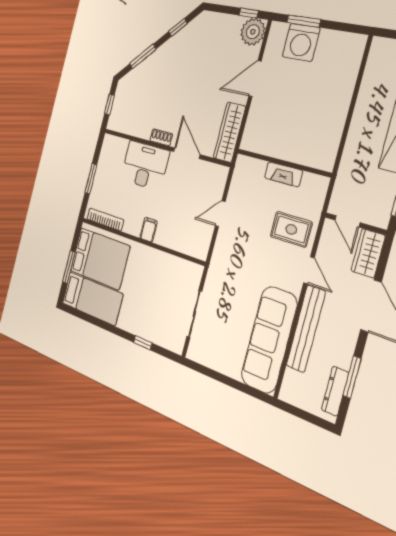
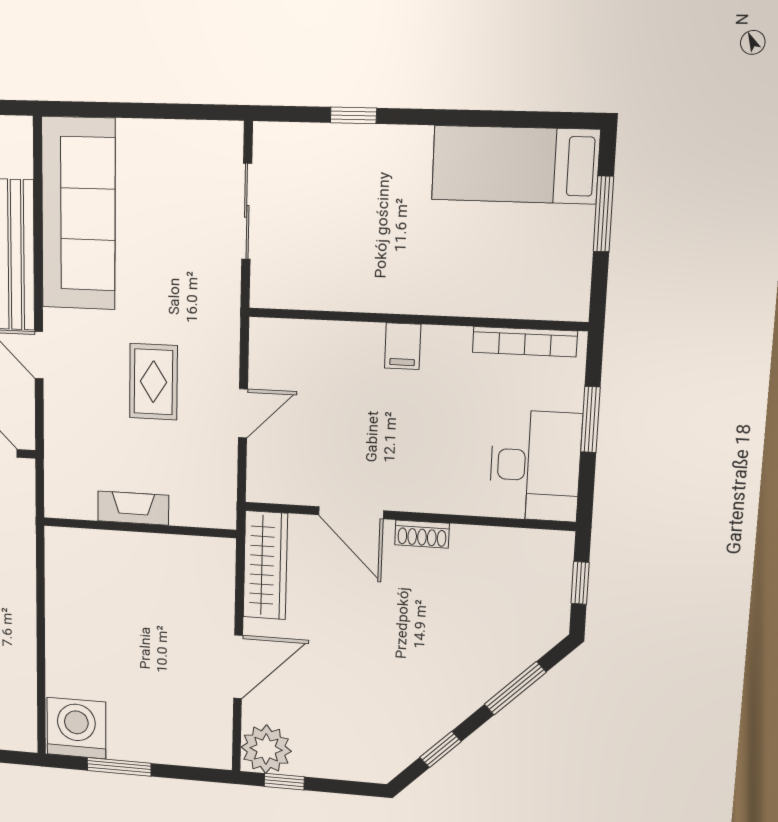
window: (304, 21) -> (119, 767), moved
washing machine: (301, 42) -> (76, 728), moved
desk: (145, 165) -> (535, 466), moved, turned -90
rug: (291, 229) -> (153, 382), moved, turned 90
bed: (100, 259) -> (517, 256), removed

